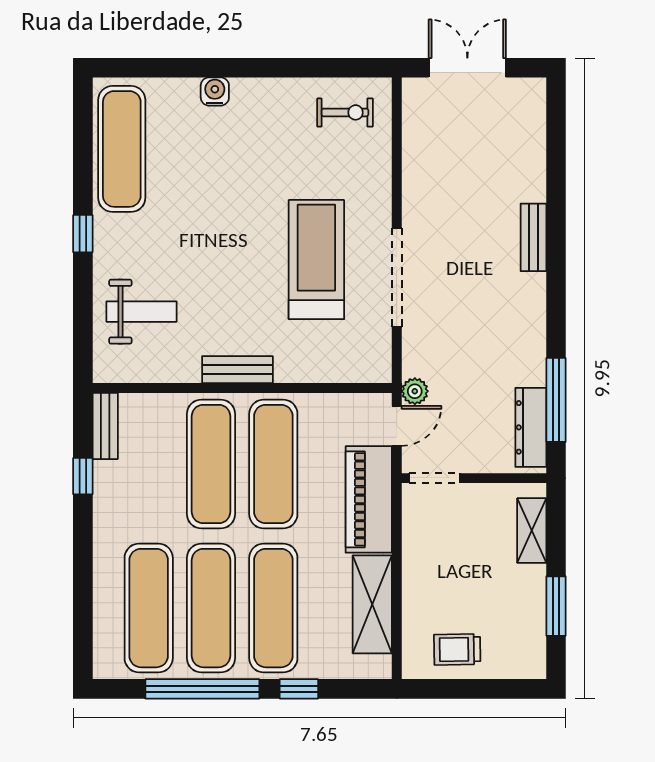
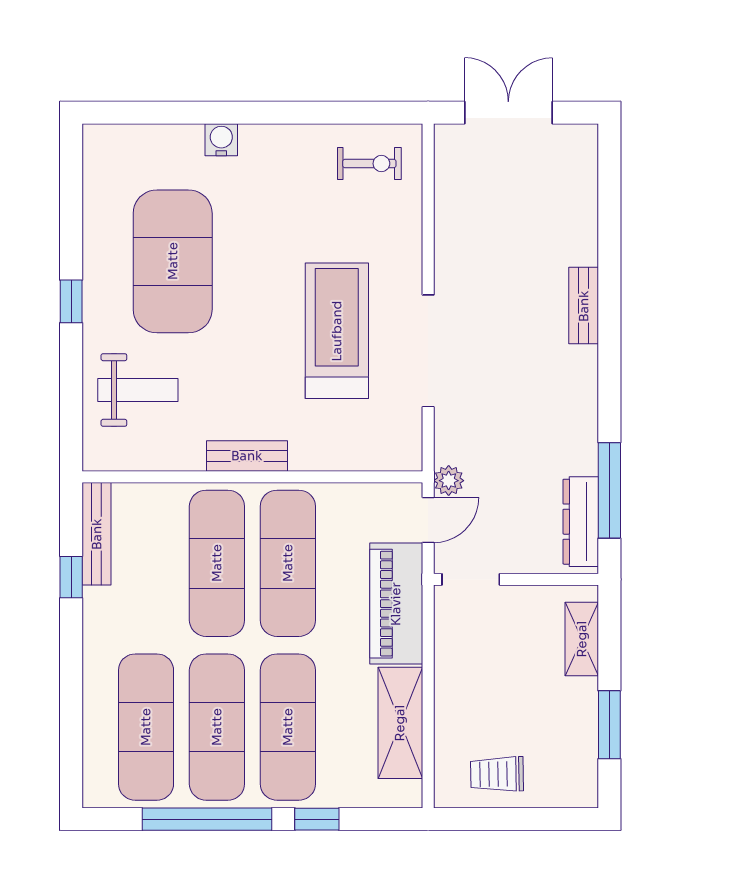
exercise mat: (122, 149) -> (173, 261), moved, width x1.47
bench: (105, 426) -> (97, 534), width x1.36

